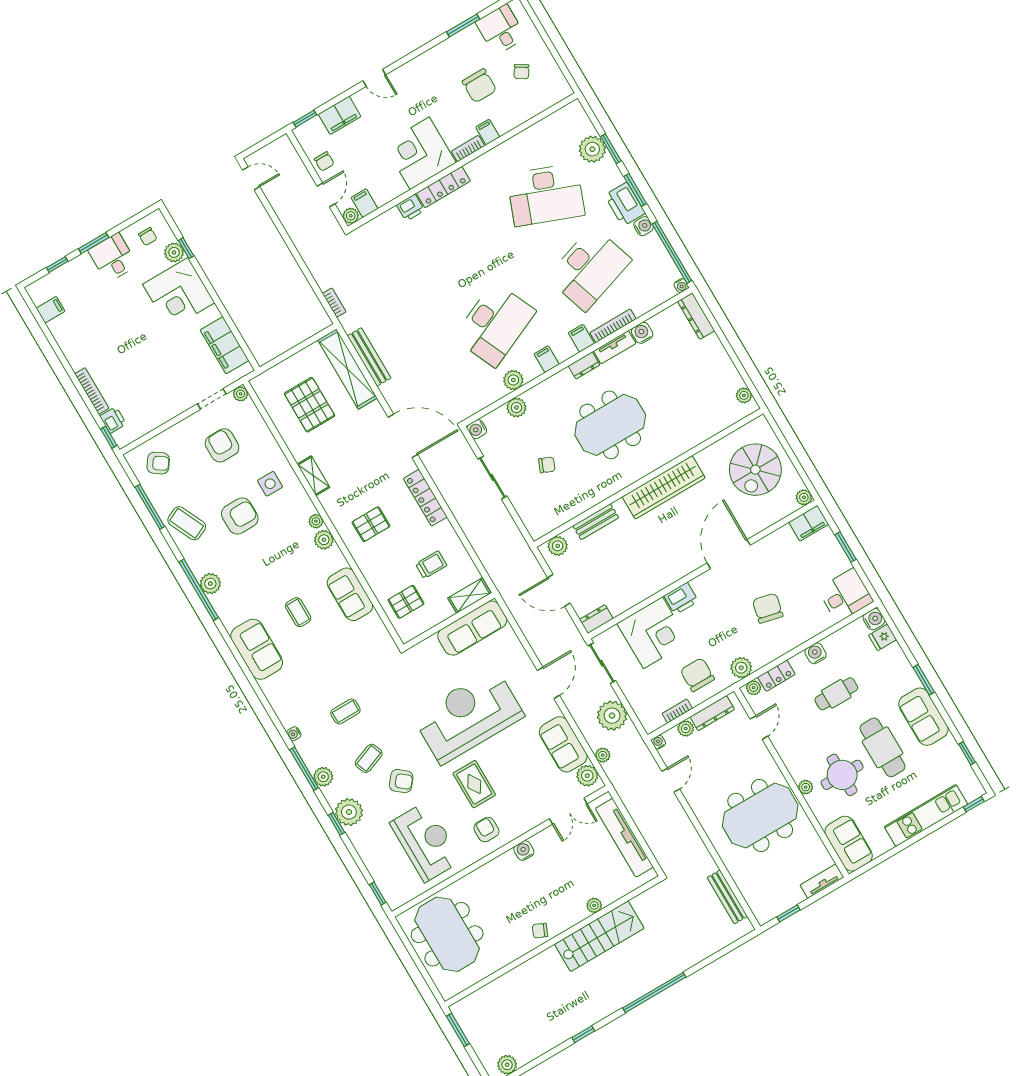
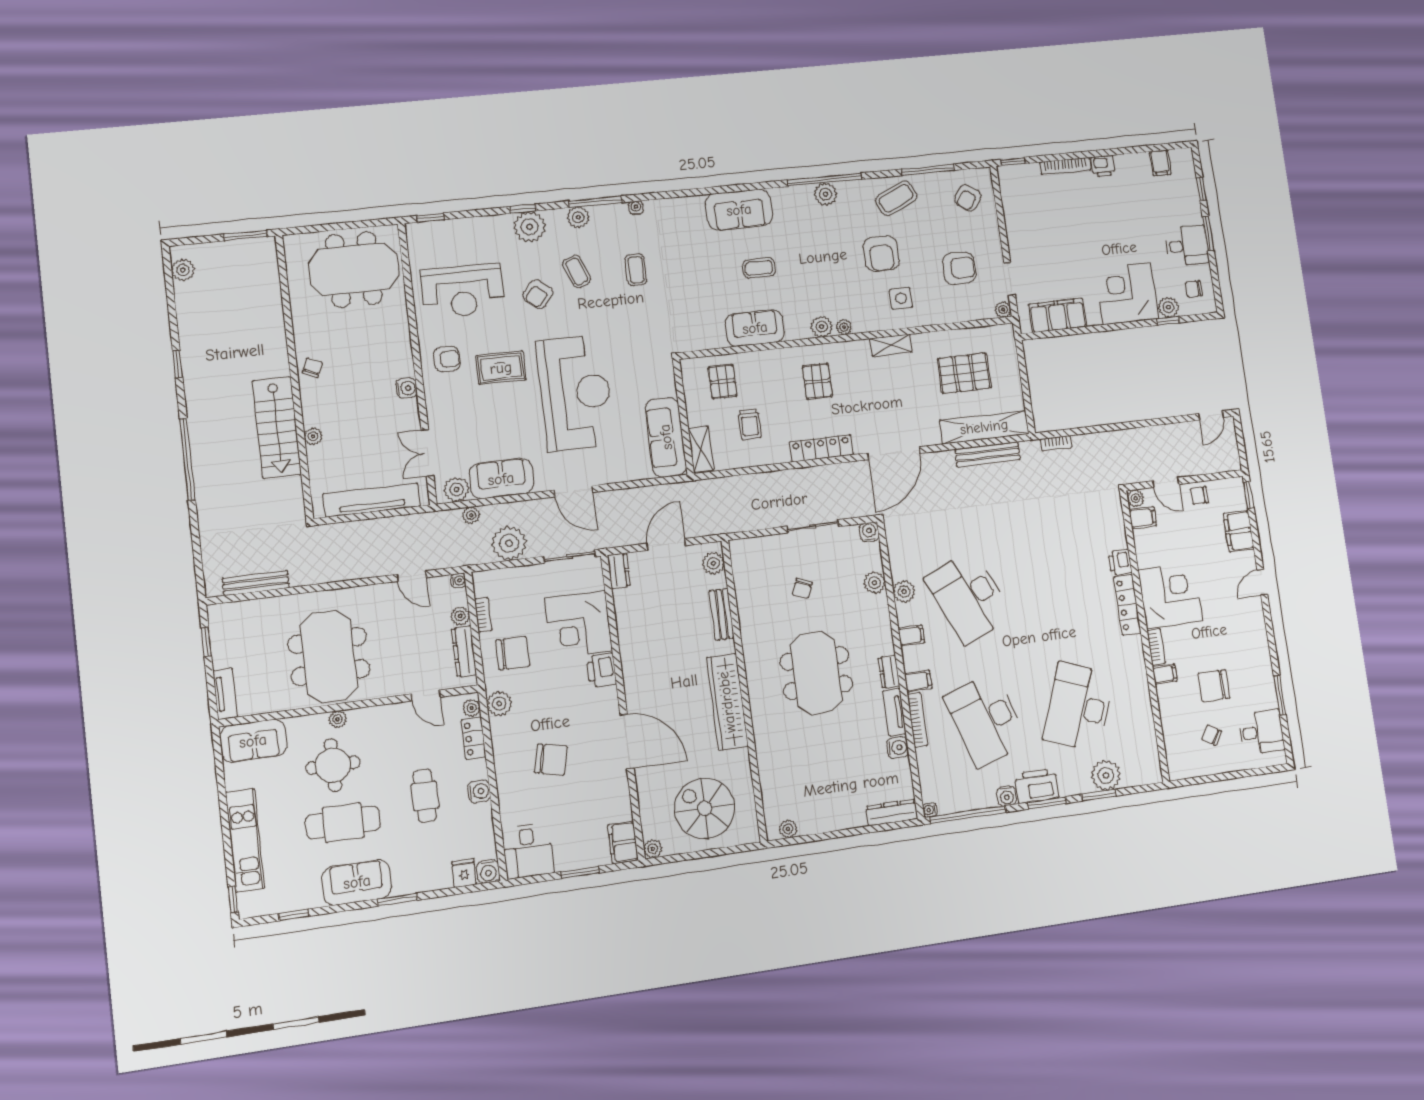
printer: (113, 420) -> (1103, 166), moved

